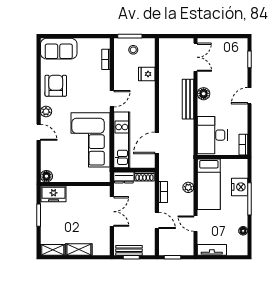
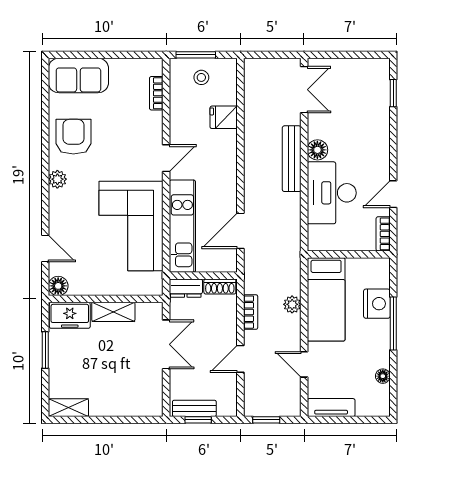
door: (249, 96) -> (393, 194), moved
door: (39, 132) -> (45, 248), moved
desk: (212, 135) -> (332, 193), moved
door: (157, 220) -> (240, 359), swing flipped
shelving: (79, 249) -> (113, 312), moved

